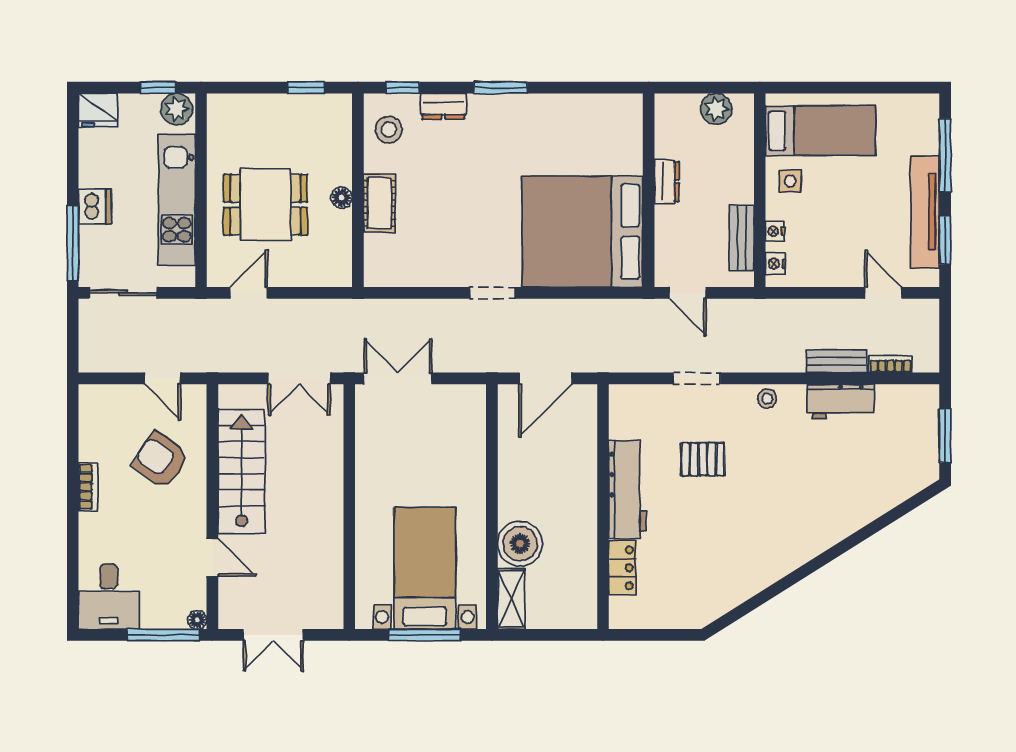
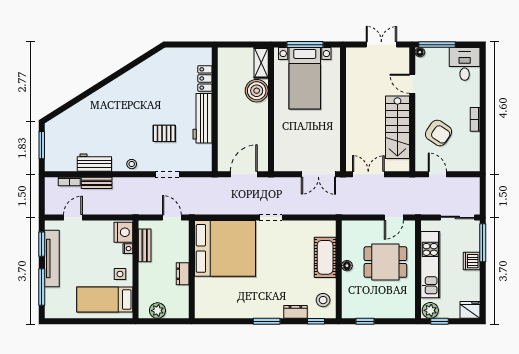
cot: (379, 203) -> (325, 257), width x1.37, depth x1.34
nightstand: (776, 264) -> (123, 232), width x1.89, depth x1.79
door: (883, 293) -> (73, 217), swing flipped

